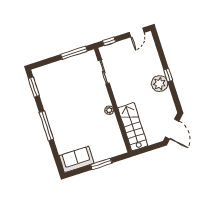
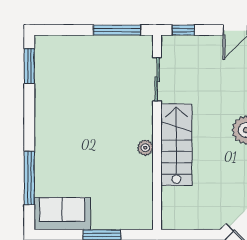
window: (46, 126) -> (29, 178), moved
stairs: (133, 127) -> (176, 145), moved

